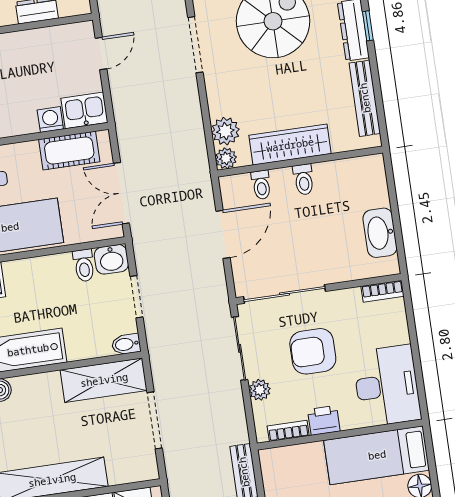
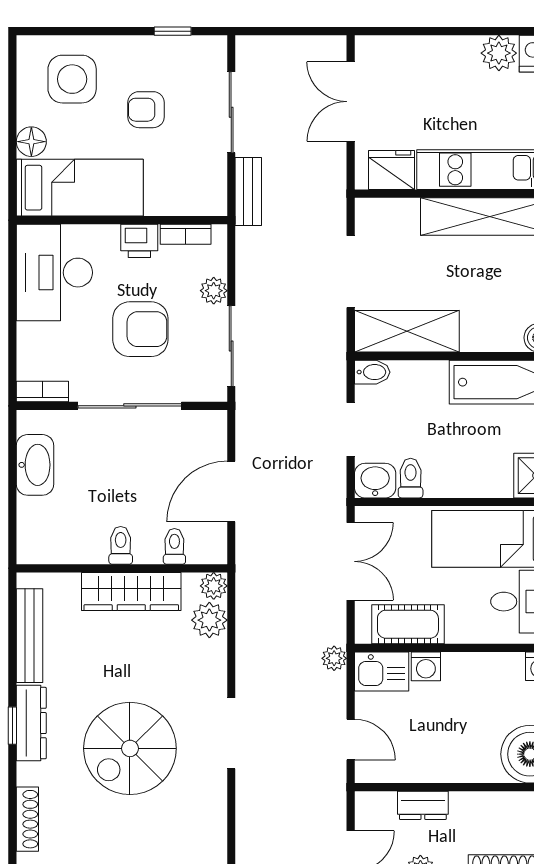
door: (101, 53) -> (351, 740), swing flipped
plant: (123, 115) -> (334, 658), added
sliding door: (284, 294) -> (130, 406), moved

